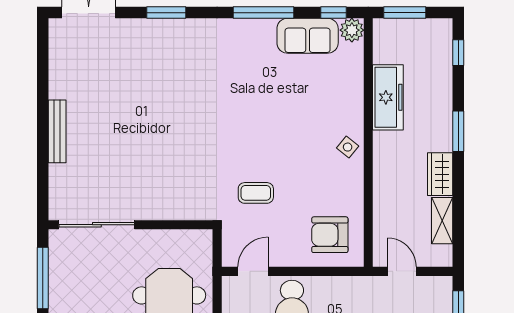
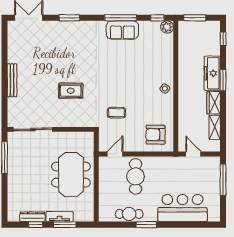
sofa: (308, 36) -> (122, 30), moved
freezer: (388, 97) -> (212, 73), moved, turned 180
rug: (169, 151) -> (71, 91), added

